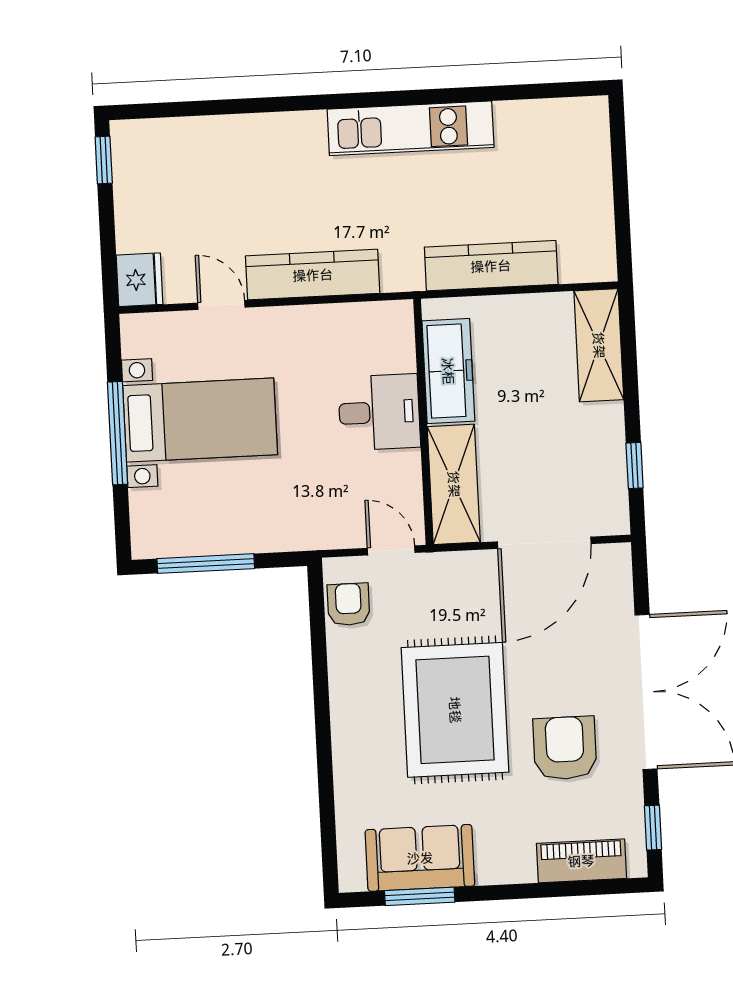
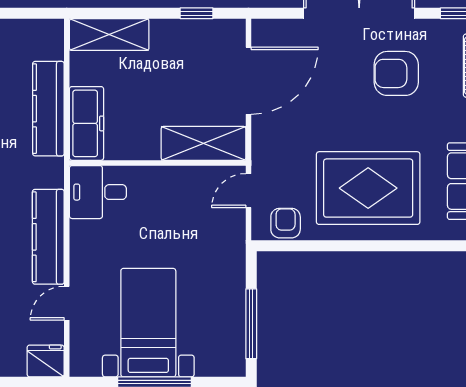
freezer: (448, 371) -> (87, 123), moved, turned 90
desk: (379, 412) -> (98, 192), moved, turned -90
door: (544, 543) -> (248, 81), hinge flipped
armchair: (348, 604) -> (286, 223), turned 90
rug: (455, 710) -> (368, 188), moved

